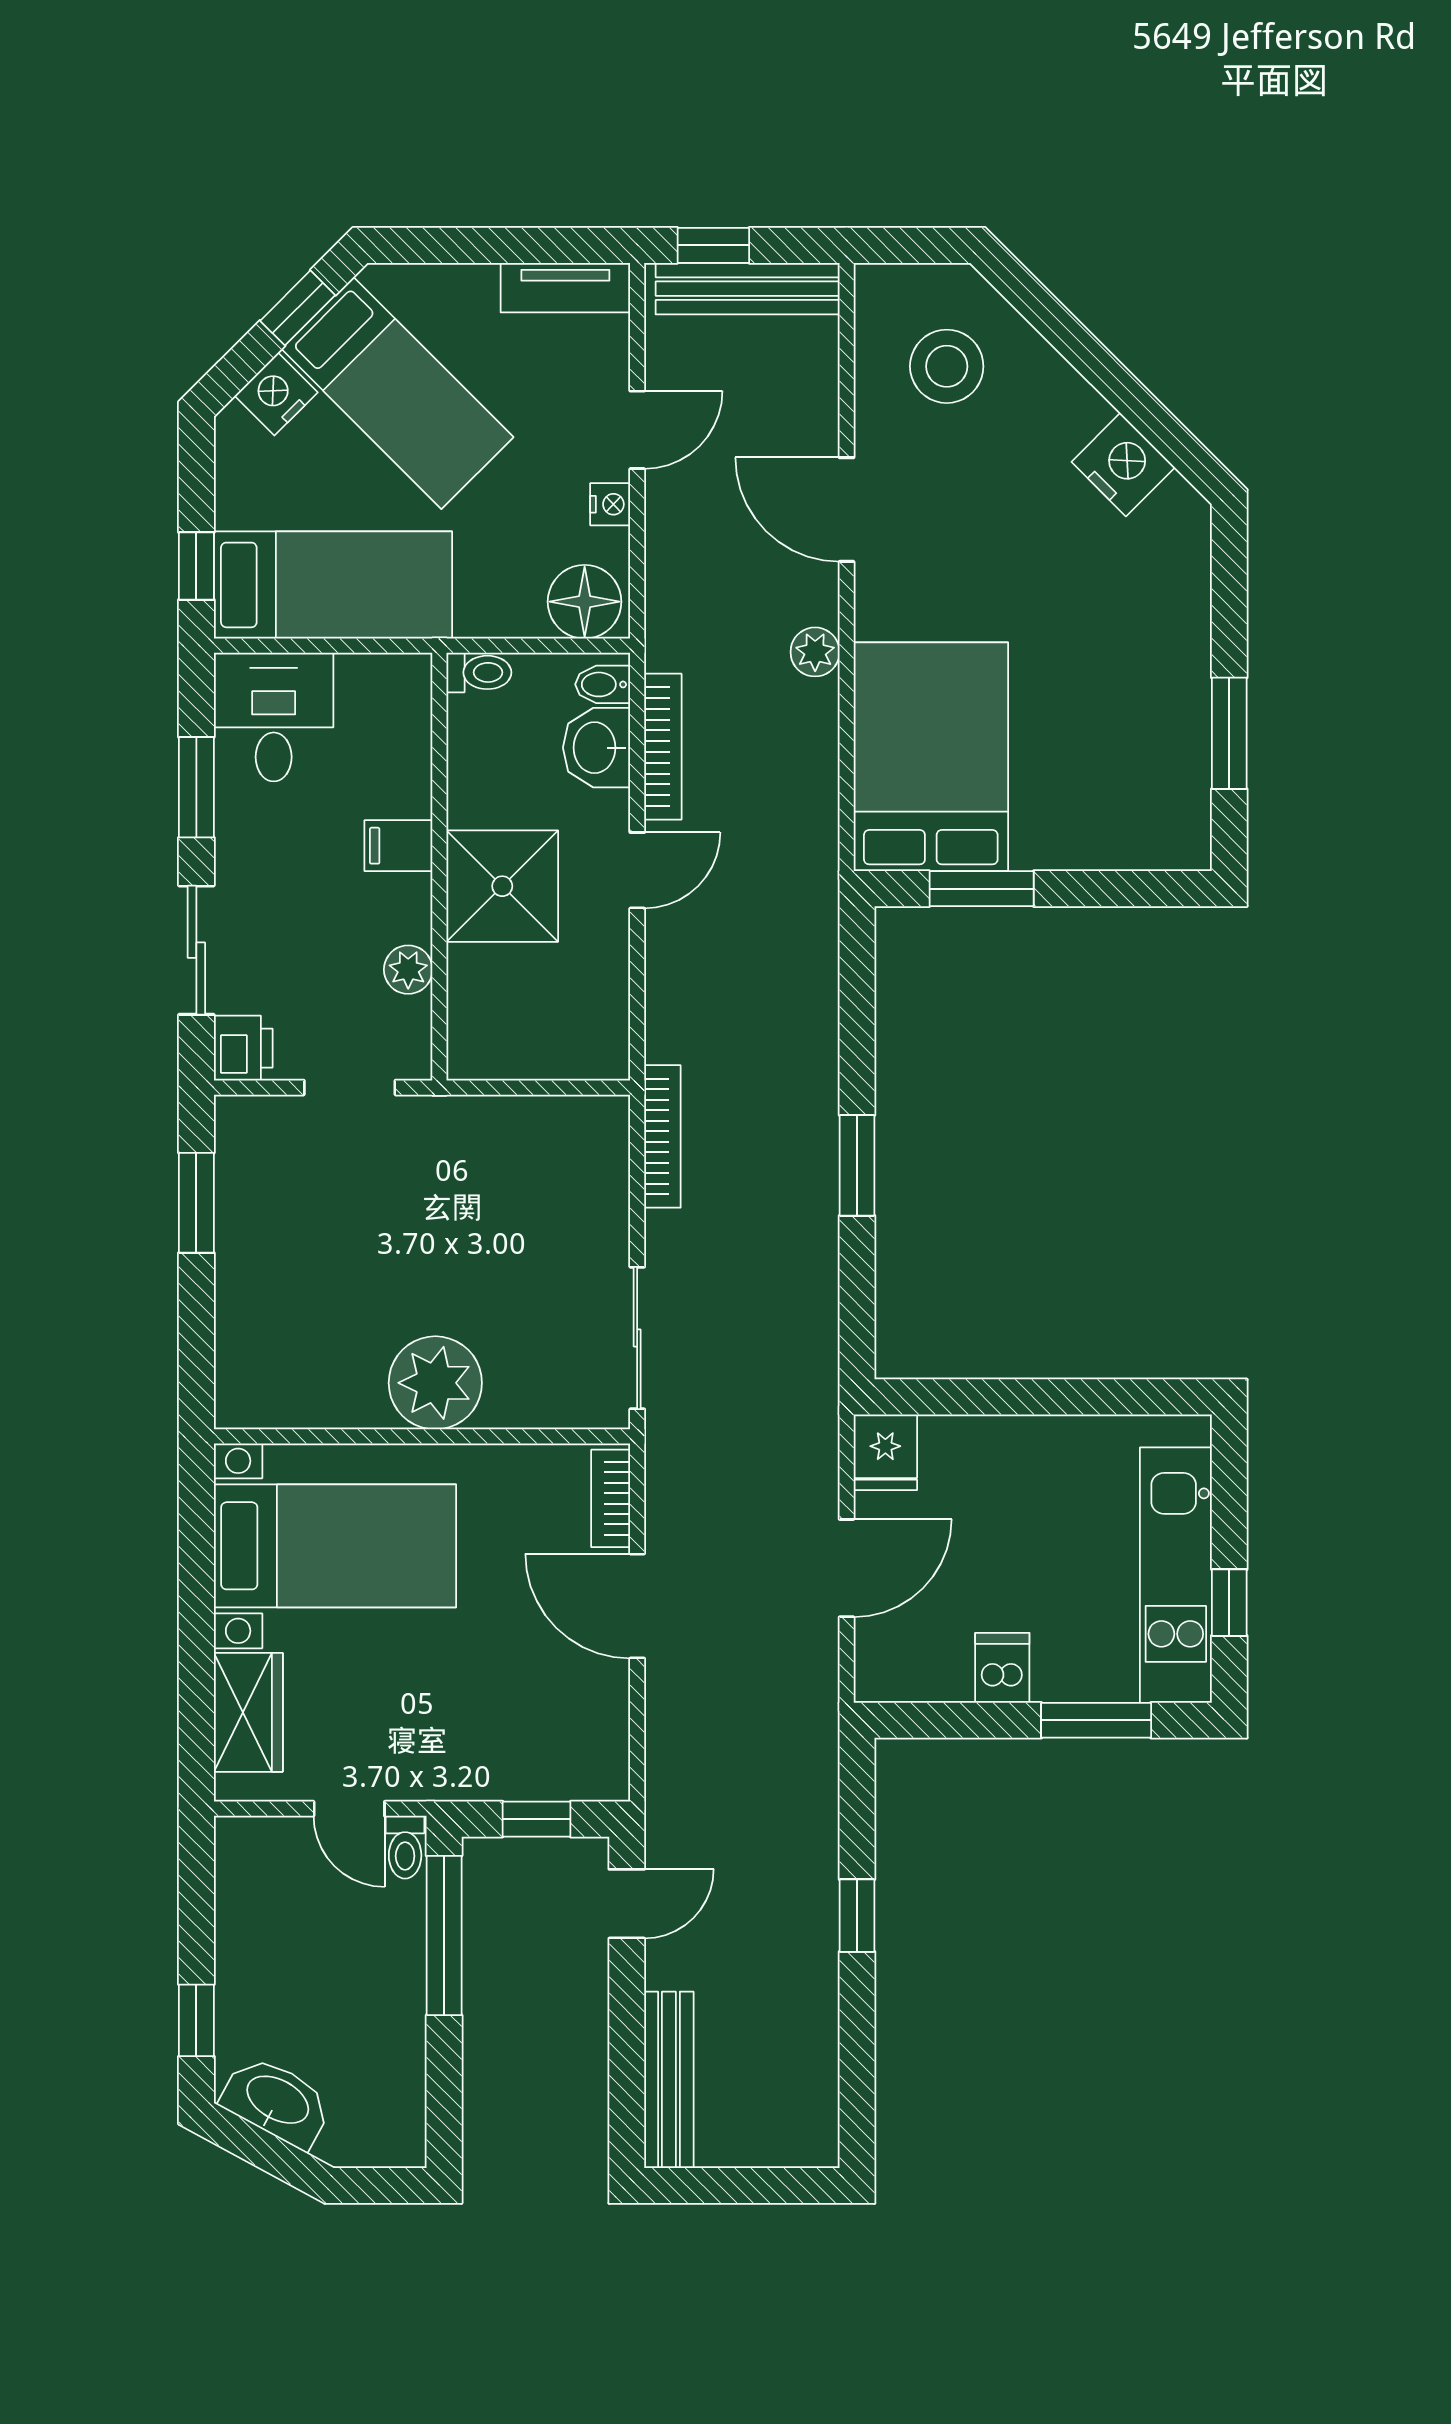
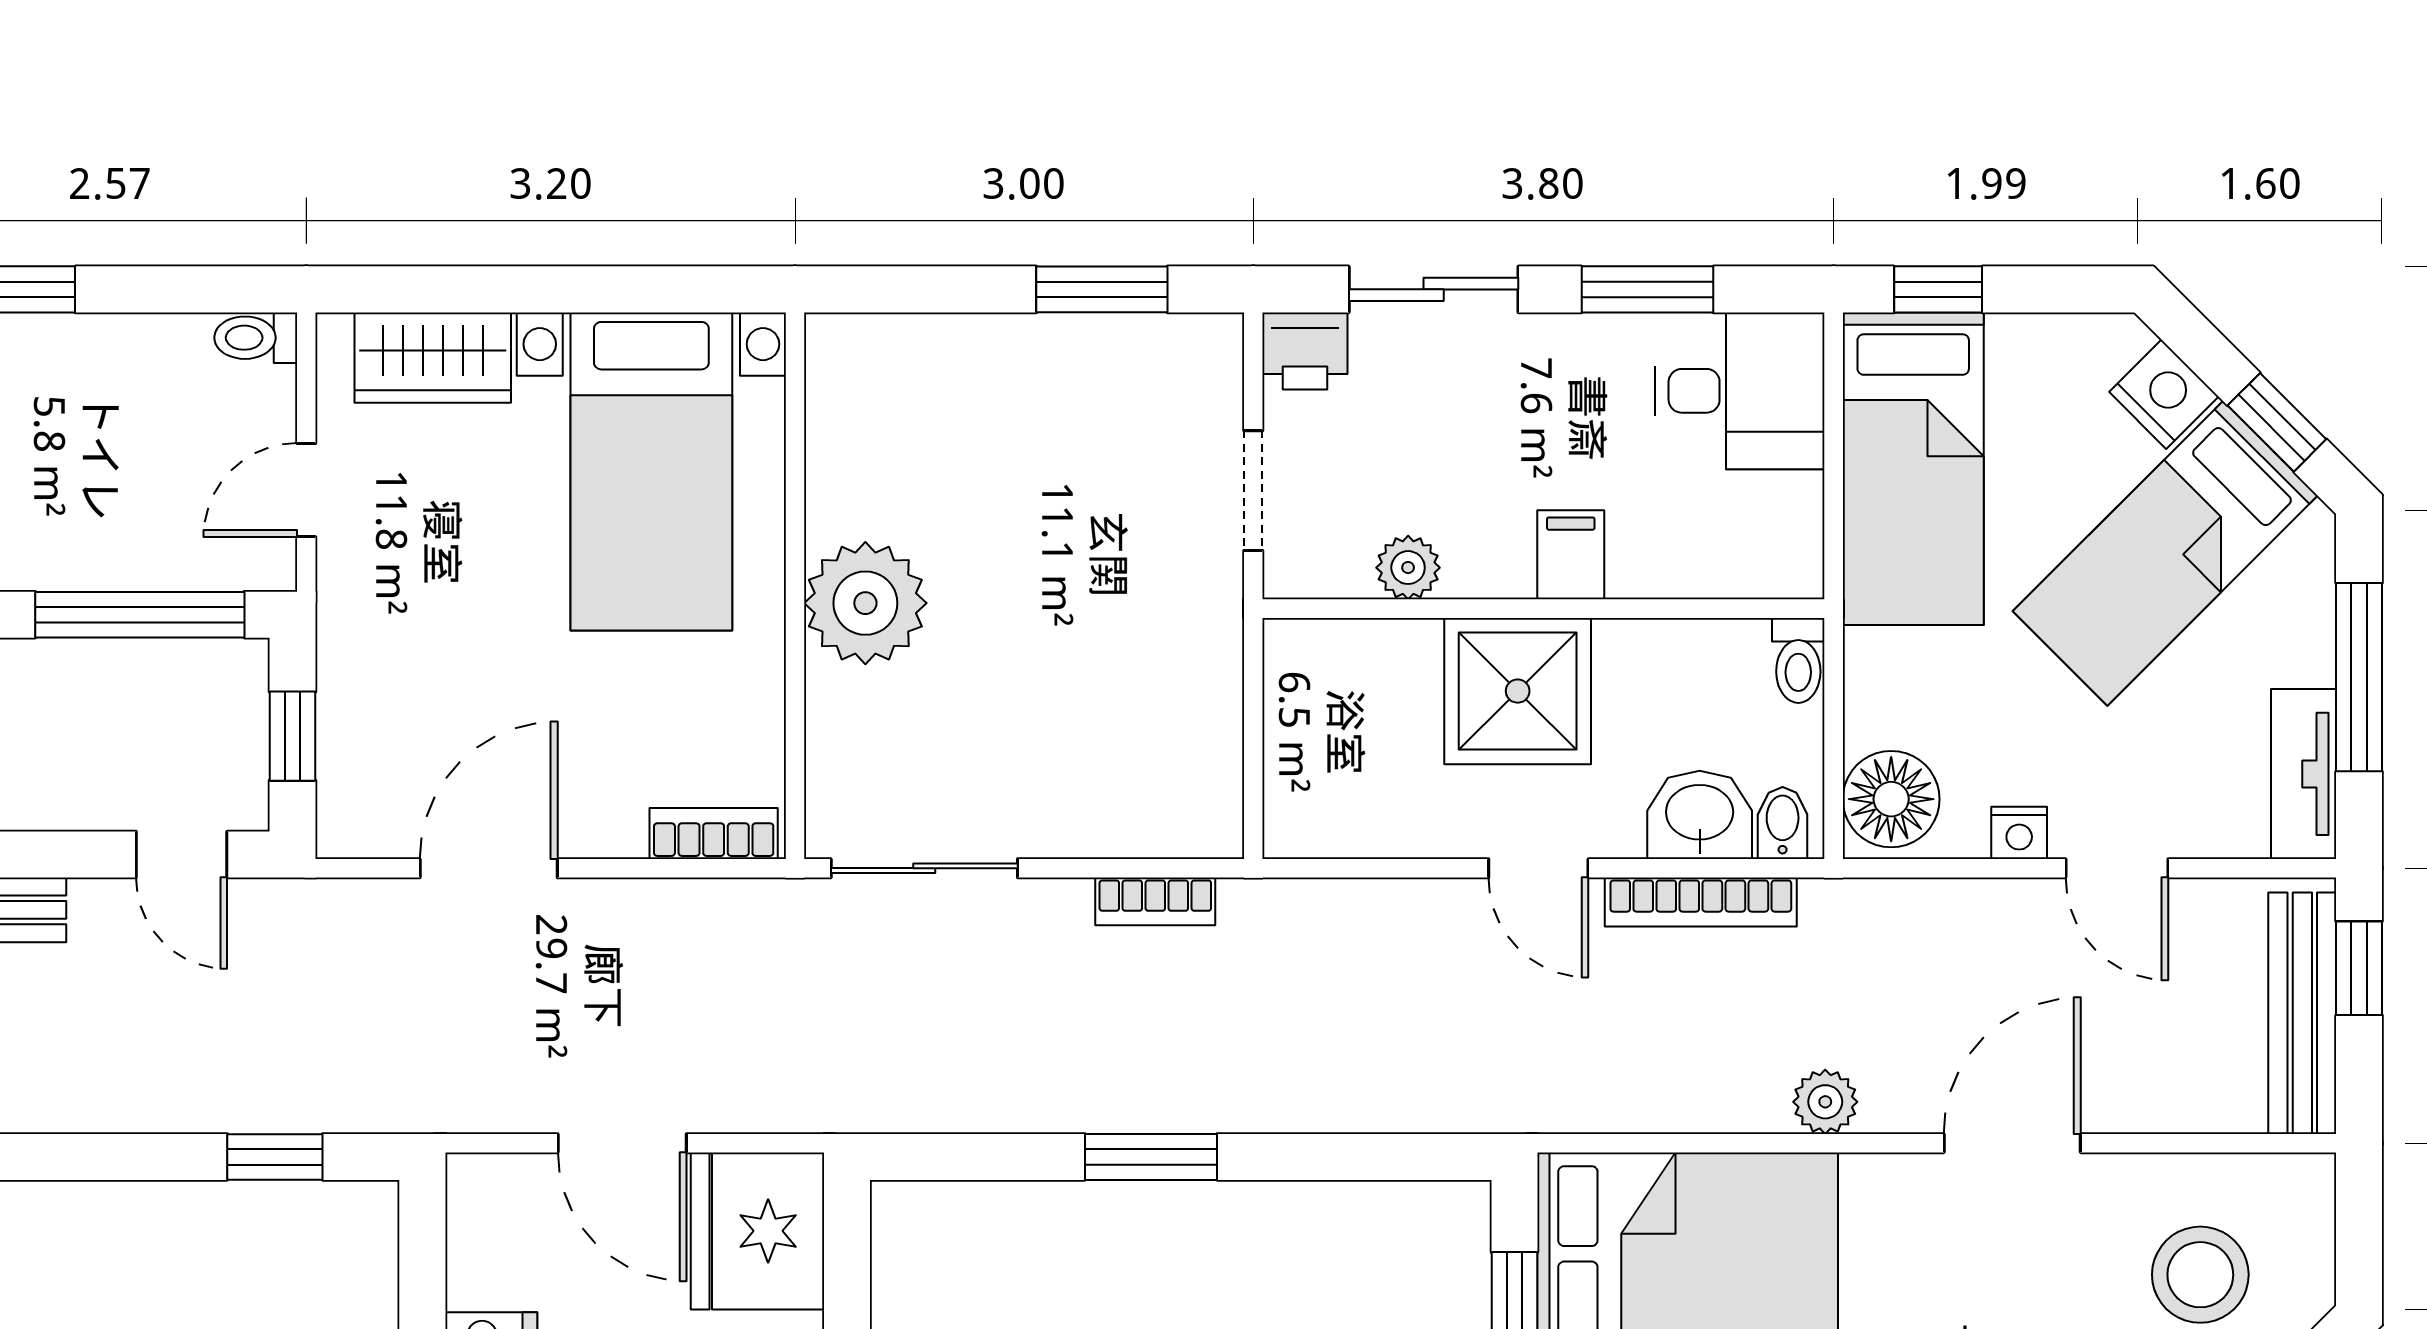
window: (492, 245) -> (2359, 677), added
bookcase: (662, 1136) -> (1155, 901), width x0.64
fridge: (885, 1452) -> (757, 1231), width x1.88, depth x1.34
door: (637, 1606) -> (489, 868), moved
toilet: (405, 1847) -> (256, 338), moved
window: (857, 1916) -> (275, 1157), moved

